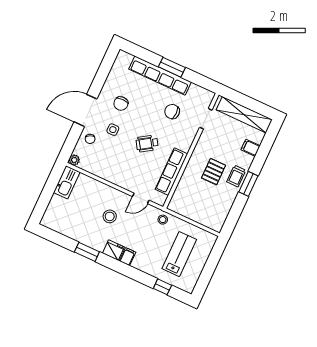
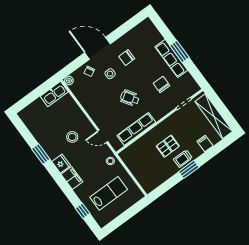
row of seats: (160, 76) -> (171, 58), width x0.73
filing cabinet: (127, 257) -> (72, 178), width x2.00

